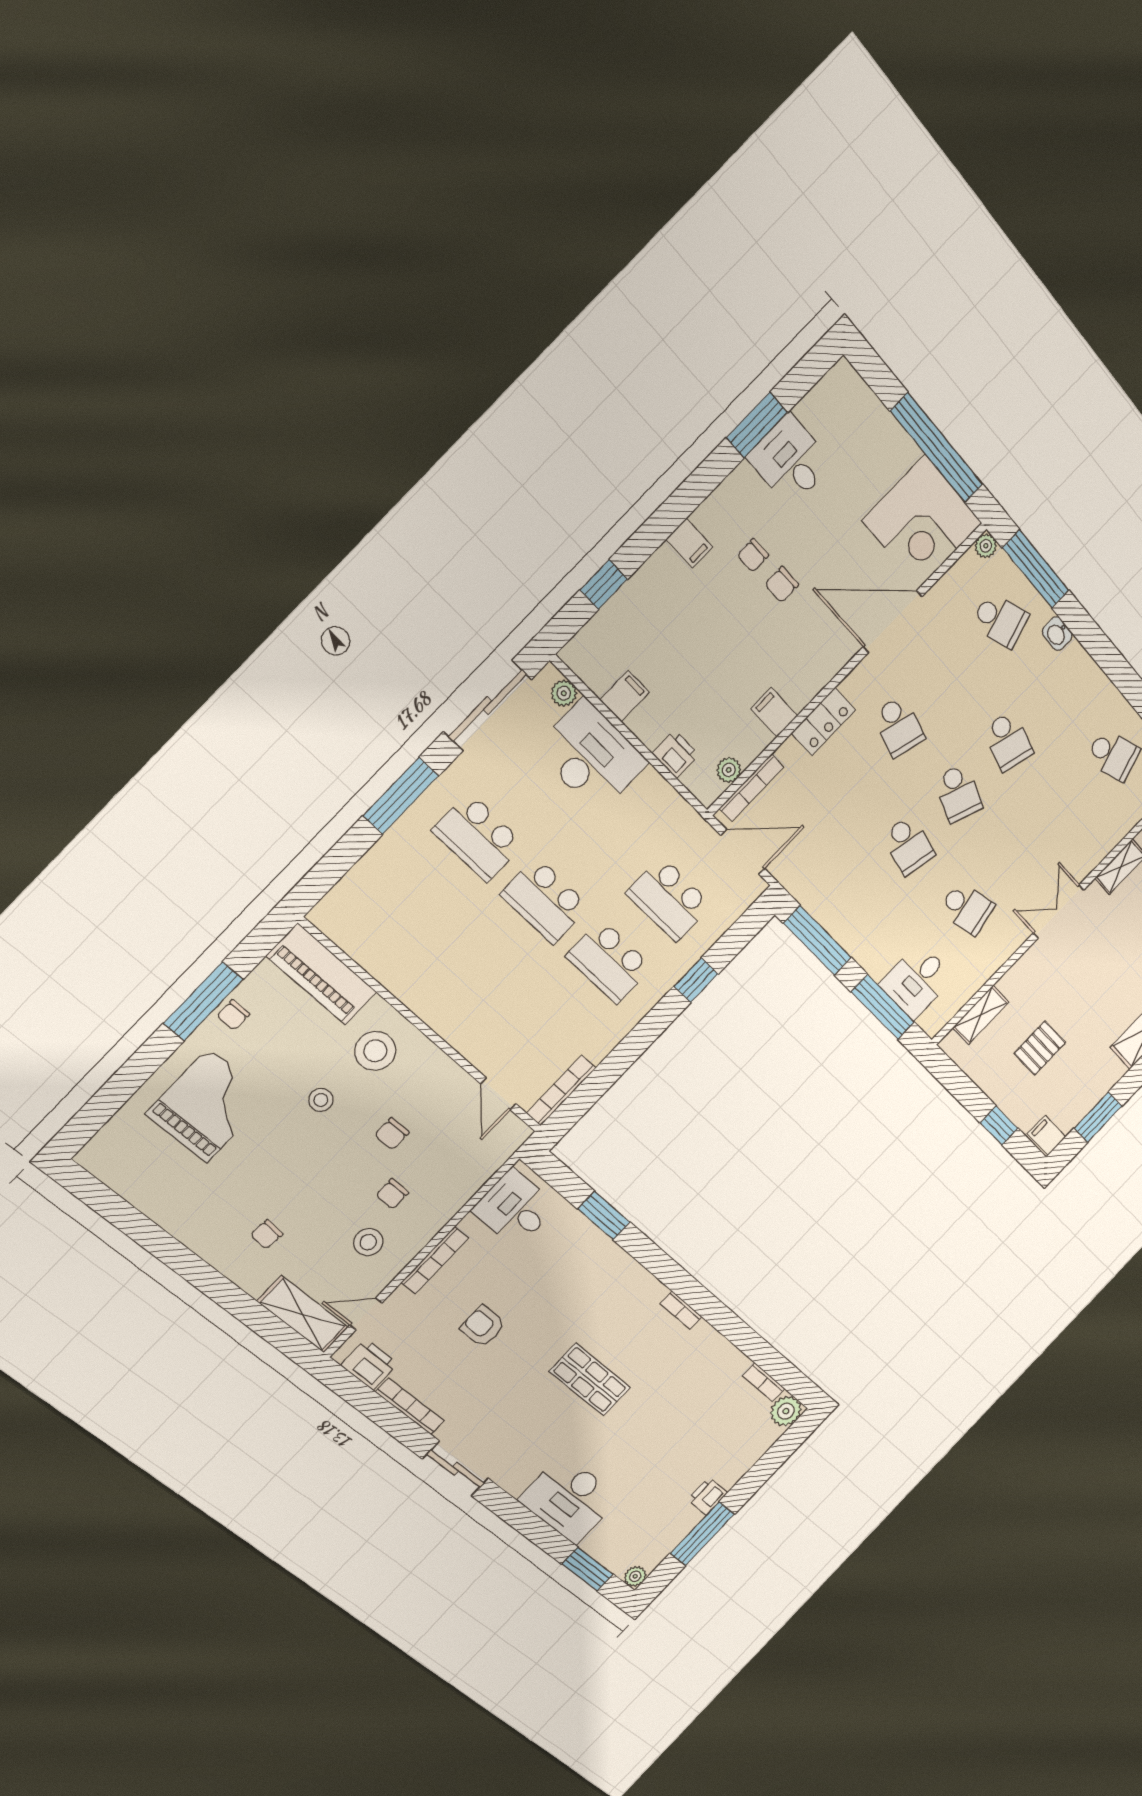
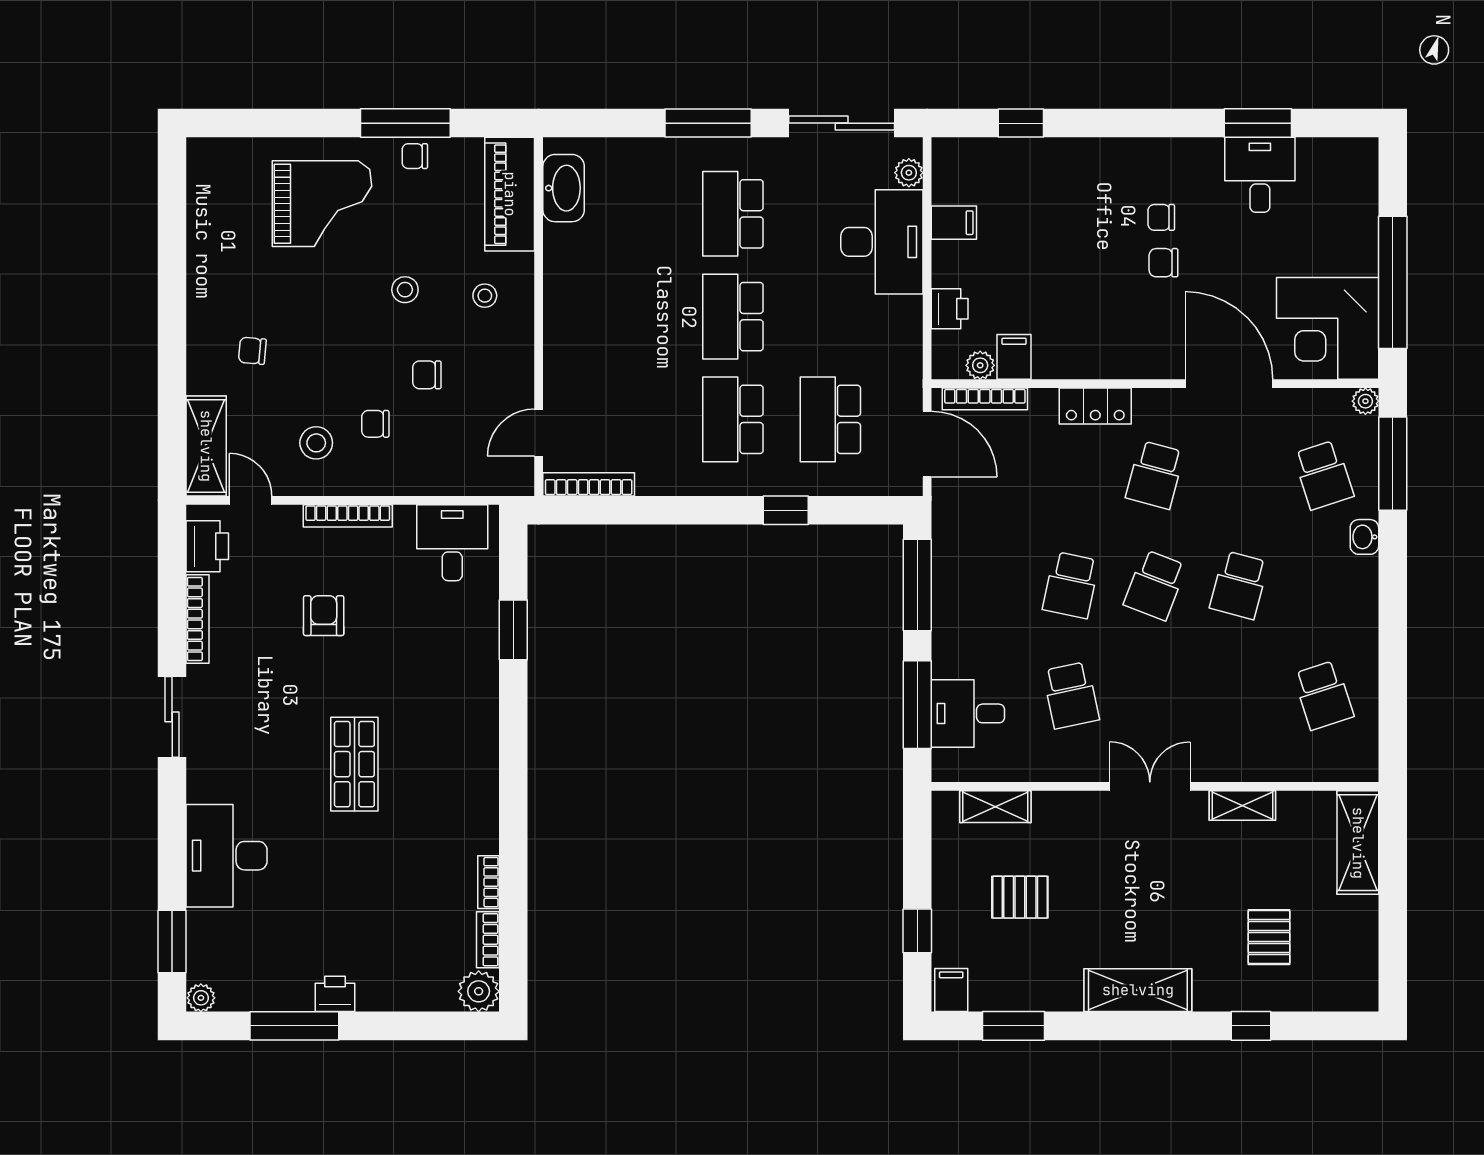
filing cabinet: (689, 543) -> (1119, 158), removed
filing cabinet: (774, 712) -> (1014, 357), moved
washbasin: (352, 934) -> (564, 188), added
stool: (375, 1051) -> (485, 296), width x0.53, depth x0.53
bookcase: (681, 1310) -> (488, 882), moved

